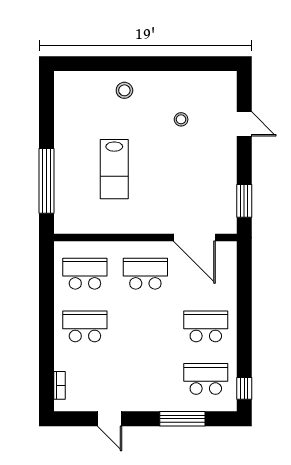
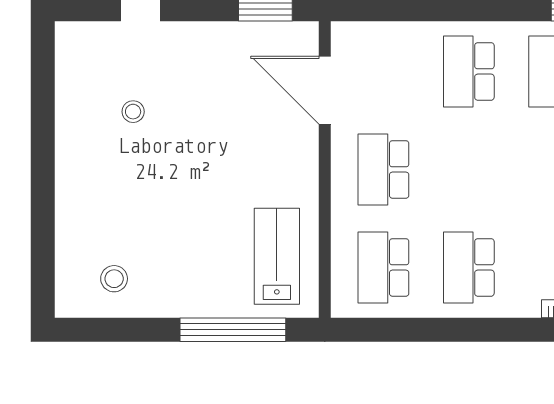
stool: (124, 90) -> (114, 279), moved
lab bench: (114, 169) -> (277, 256), moved, turned -90
door: (194, 238) -> (325, 90), swing flipped

